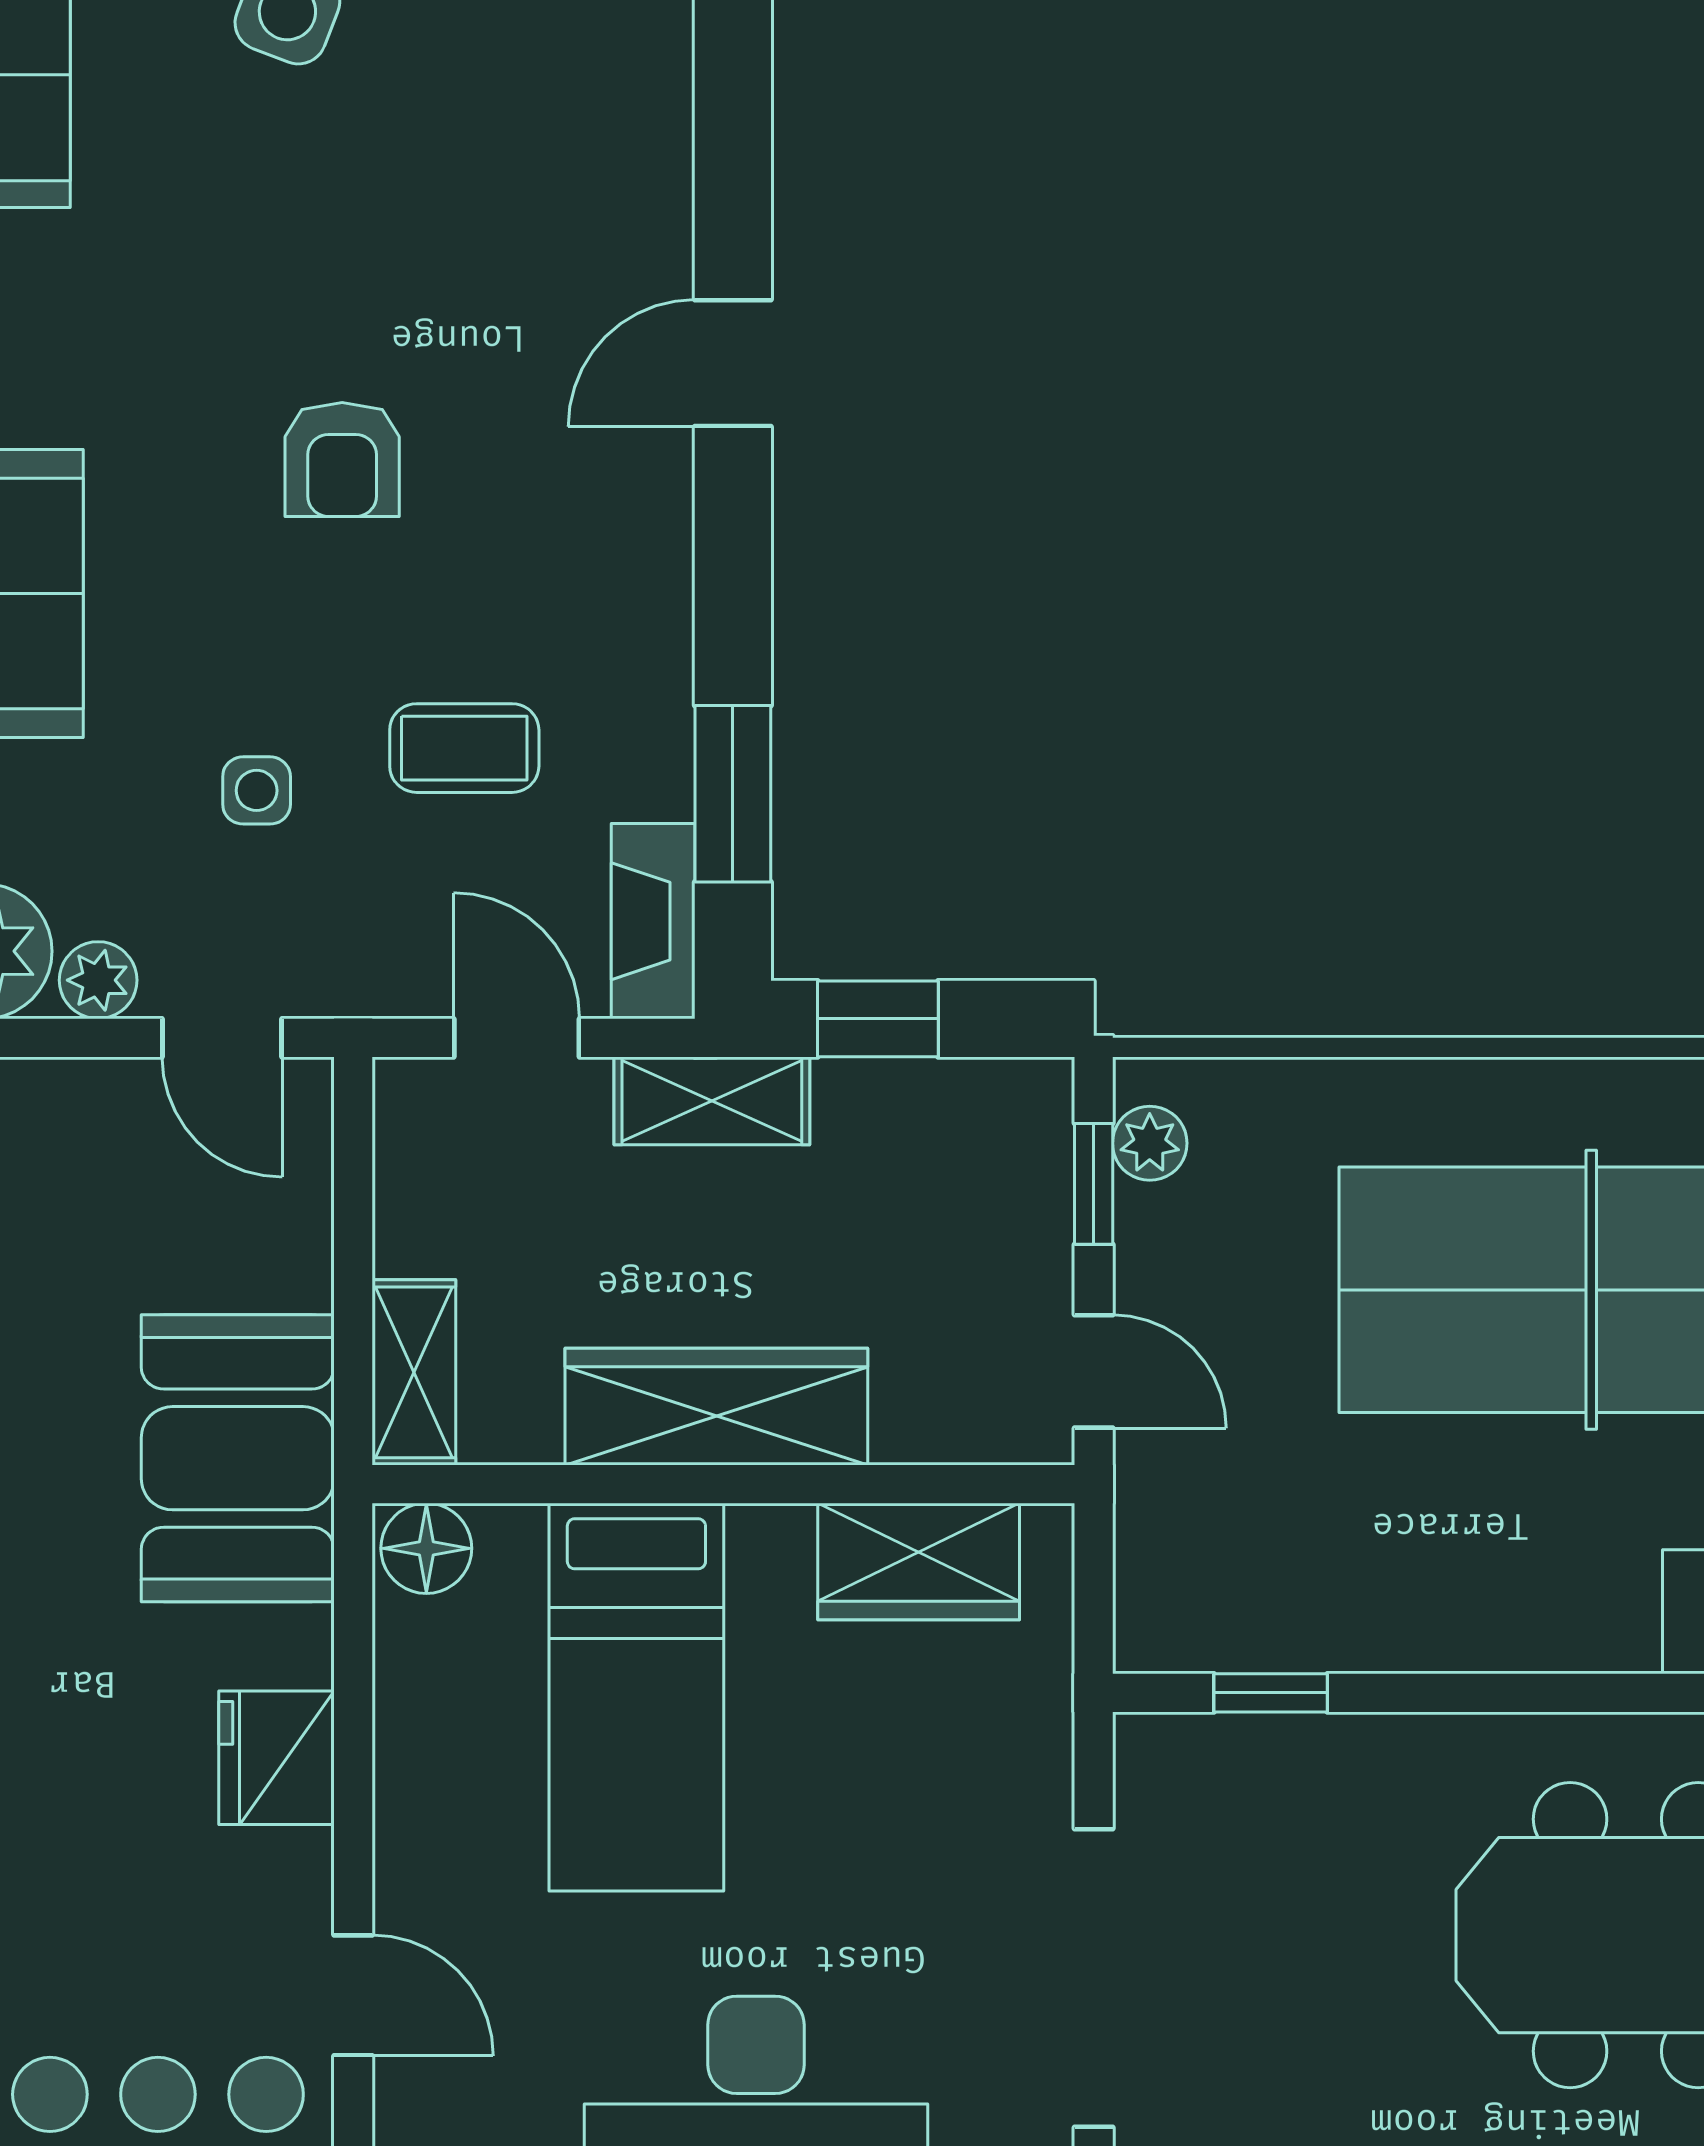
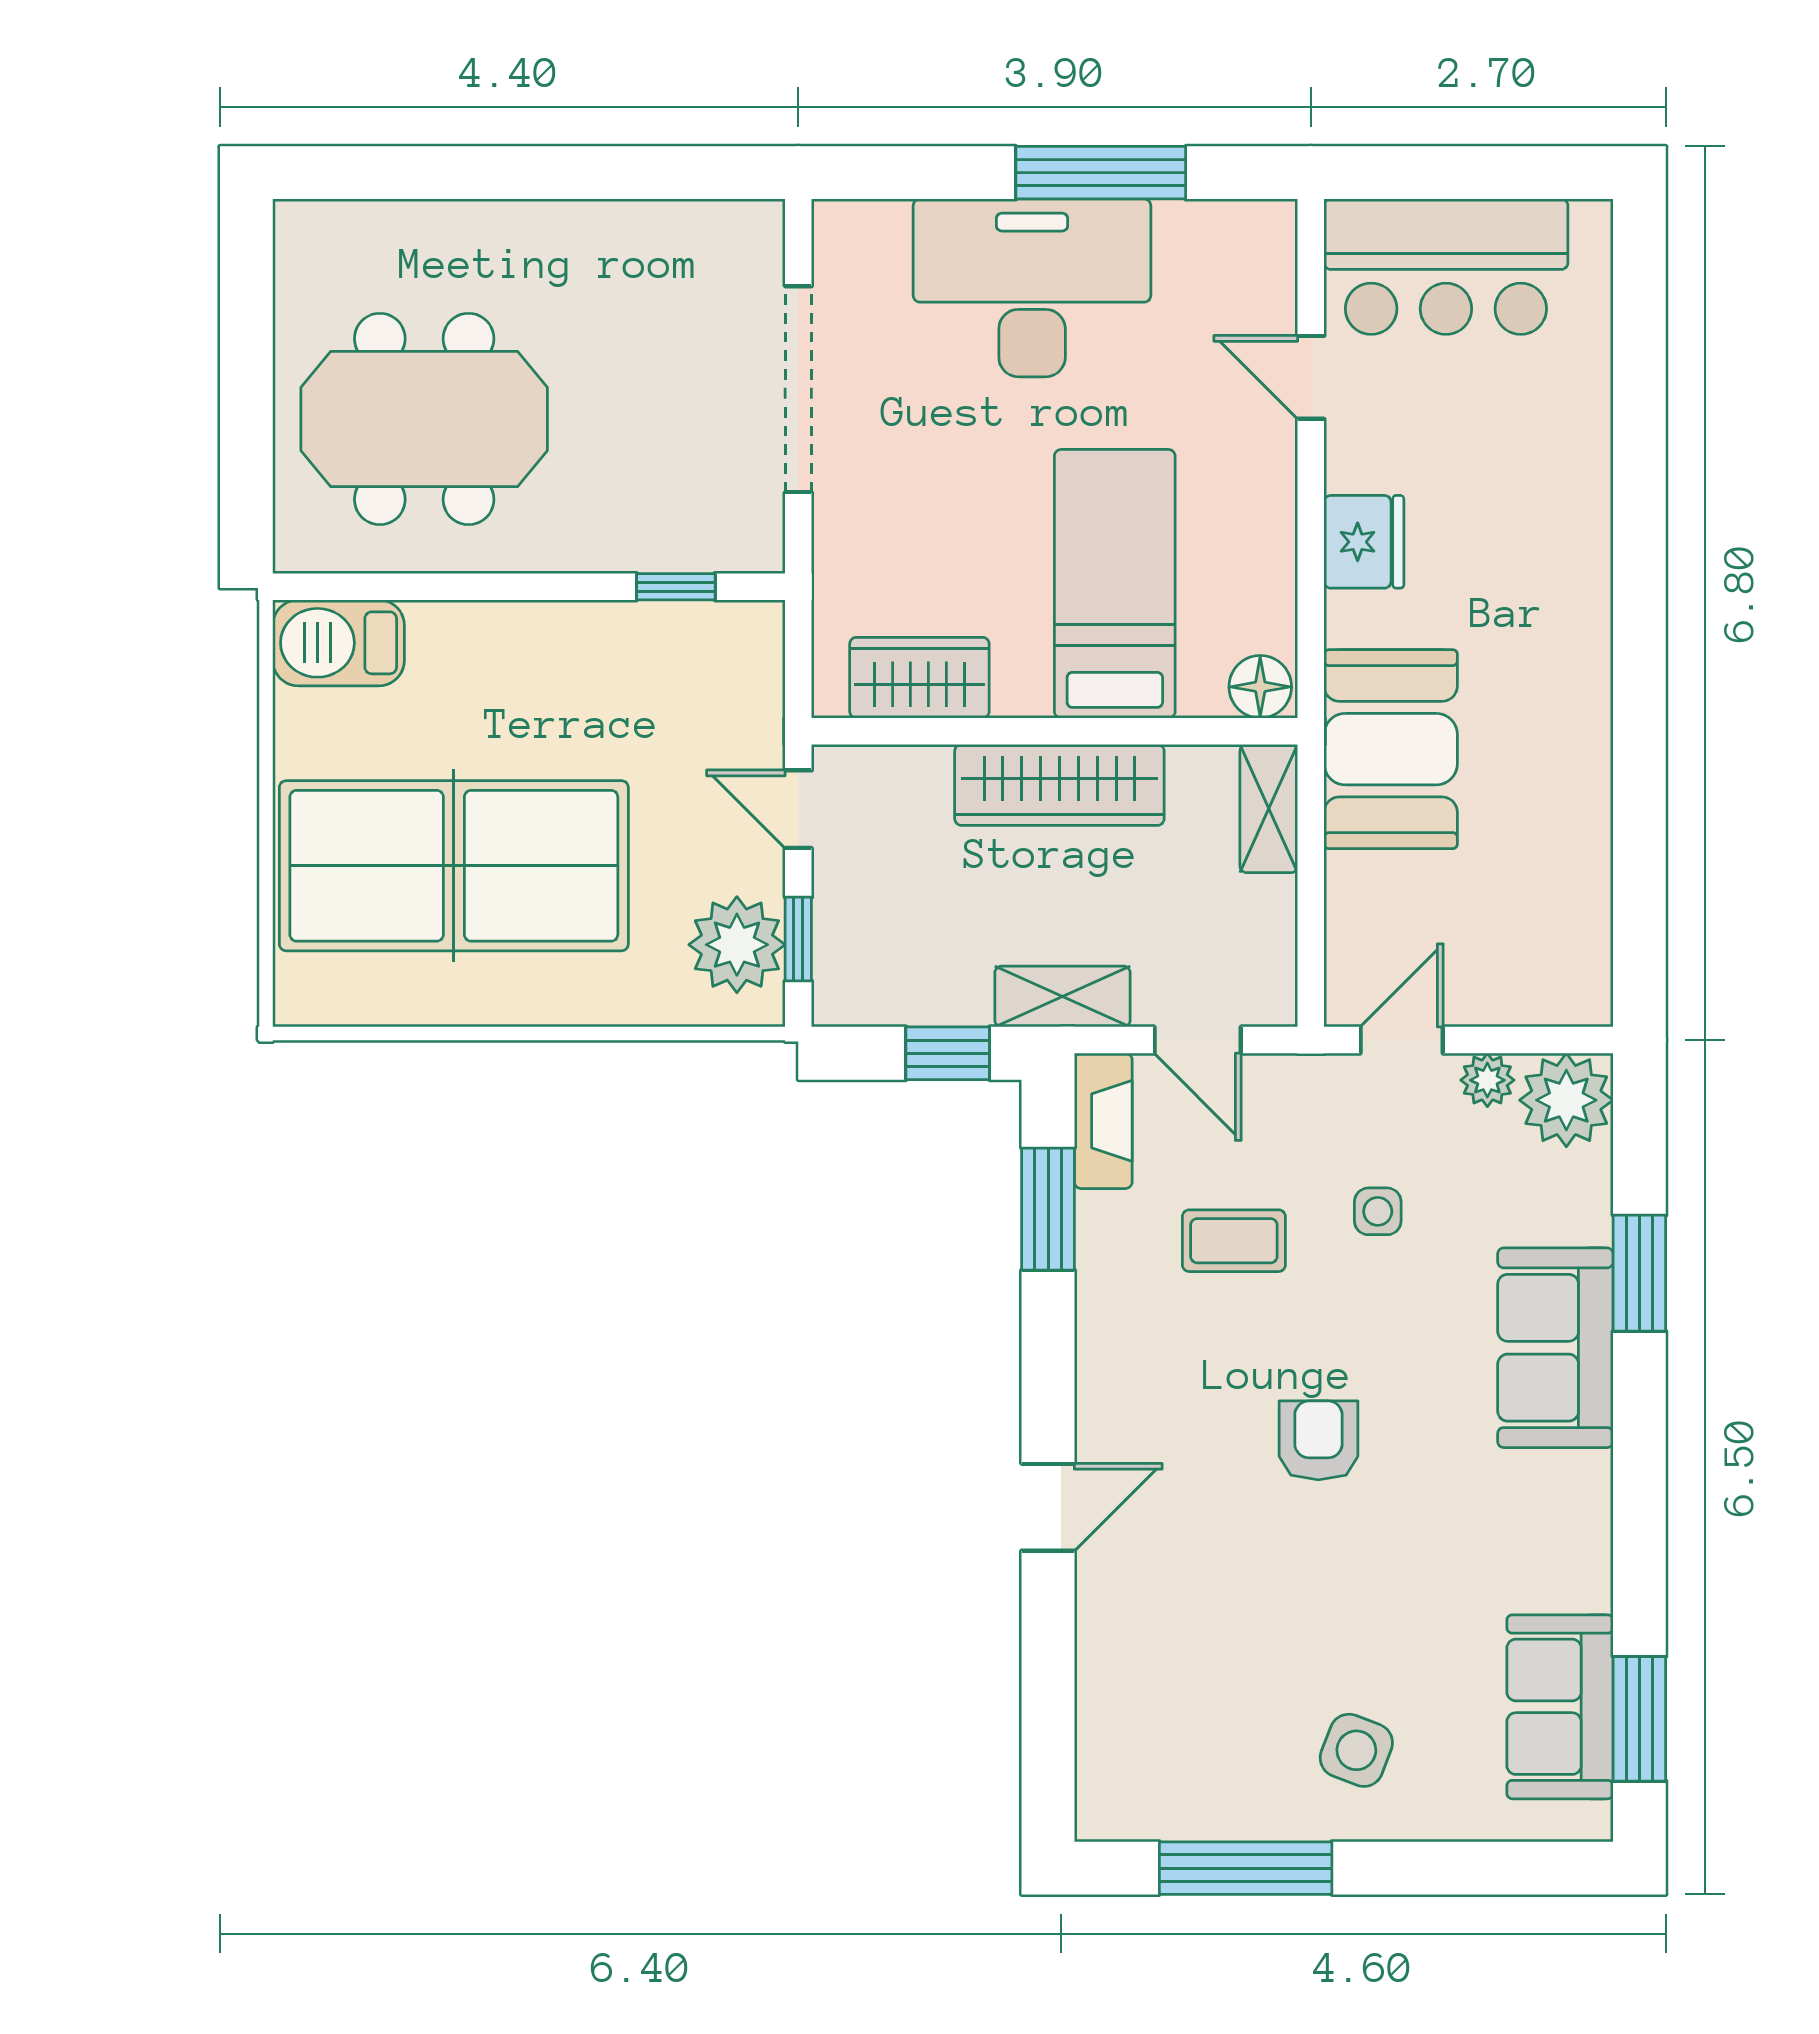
door: (222, 1038) -> (1402, 1040), hinge flipped
plant: (1150, 1143) -> (737, 945), width x1.87, depth x1.87

